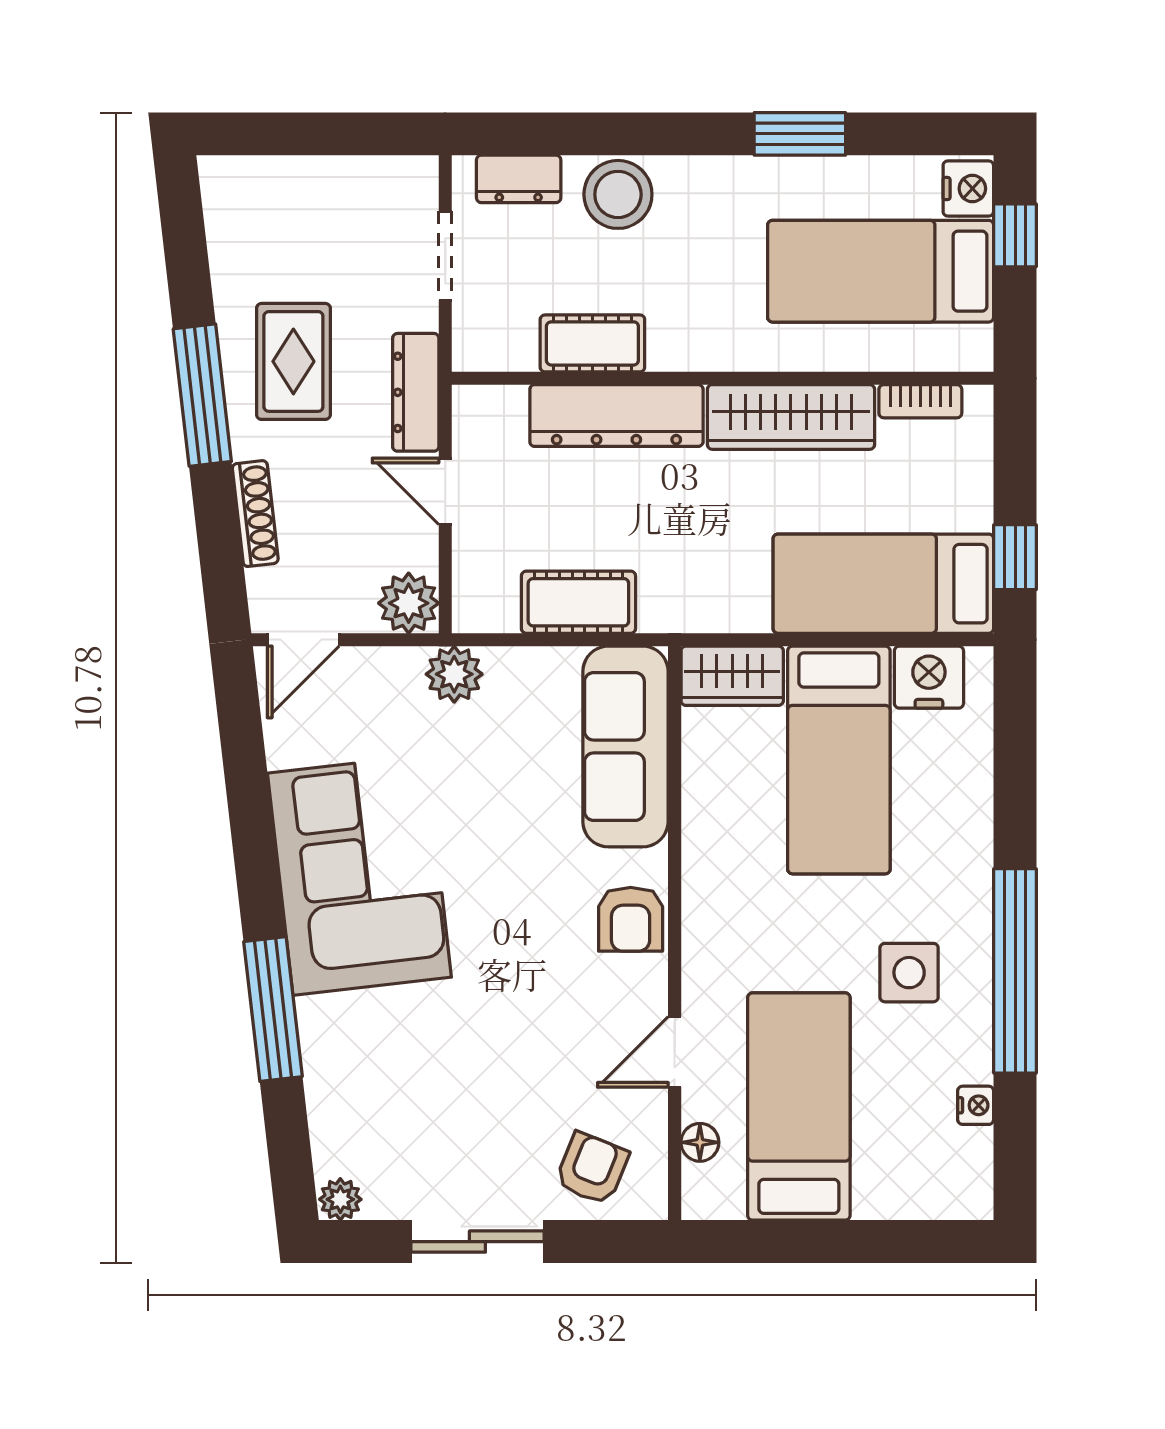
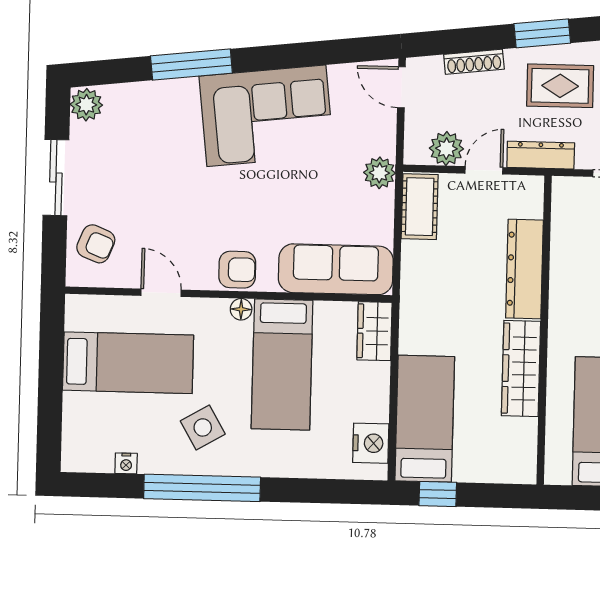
cot: (592, 343) -> (566, 256), removed
window: (202, 395) -> (542, 33), width x0.69
bookcase: (920, 401) -> (528, 442), removed
cot: (578, 602) -> (420, 207), moved
plant: (409, 603) -> (446, 149), moved
bed: (839, 760) -> (282, 364), moved, turned -90
armchair: (631, 919) -> (237, 270), turned 180
side table: (909, 973) -> (203, 427), turned -30
floor lamp: (700, 1142) -> (241, 309), moved
plant: (340, 1199) -> (86, 105), width x1.38, depth x1.38

